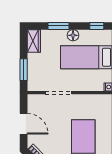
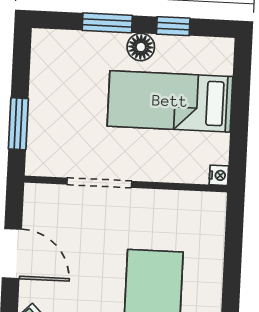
window: (97, 26) -> (173, 26), moved
wardrobe: (34, 41) -> (46, 56), removed

